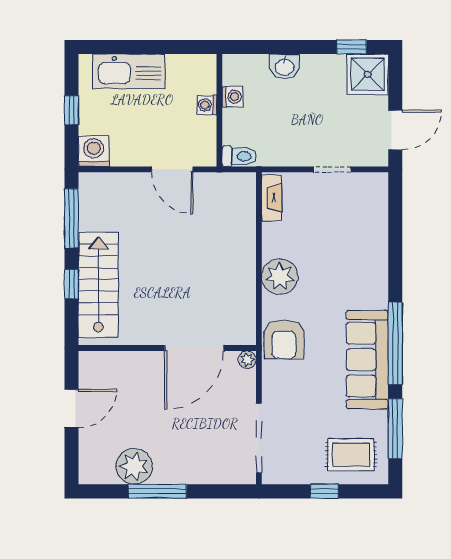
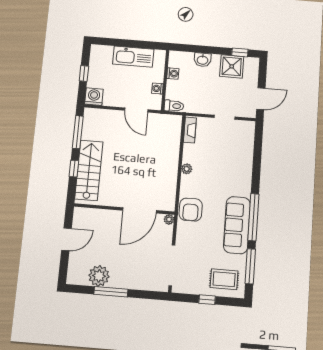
kitchen sink: (129, 71) -> (133, 57), moved
shower: (368, 74) -> (232, 66), moved
washing machine: (207, 105) -> (157, 88), moved
plant: (280, 277) -> (187, 169), width x0.53, depth x0.53

